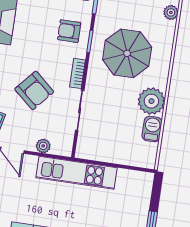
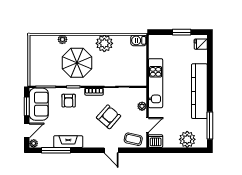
plant: (171, 12) -> (62, 39), moved
barbecue: (152, 129) -> (139, 40), moved

